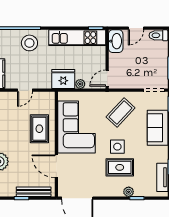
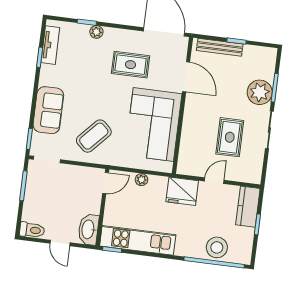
door: (136, 28) -> (60, 243), swing flipped
stool: (29, 43) -> (217, 247), moved
fridge: (63, 79) -> (182, 191), moved
rug: (39, 129) -> (230, 137), moved
side table: (117, 147) -> (104, 92), removed
rug: (120, 167) -> (131, 65), moved

